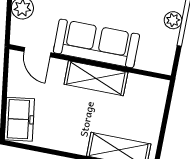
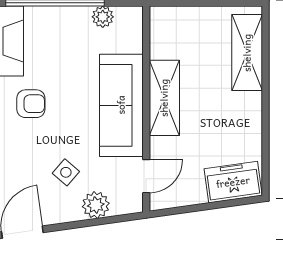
plant: (173, 20) -> (103, 17), moved

